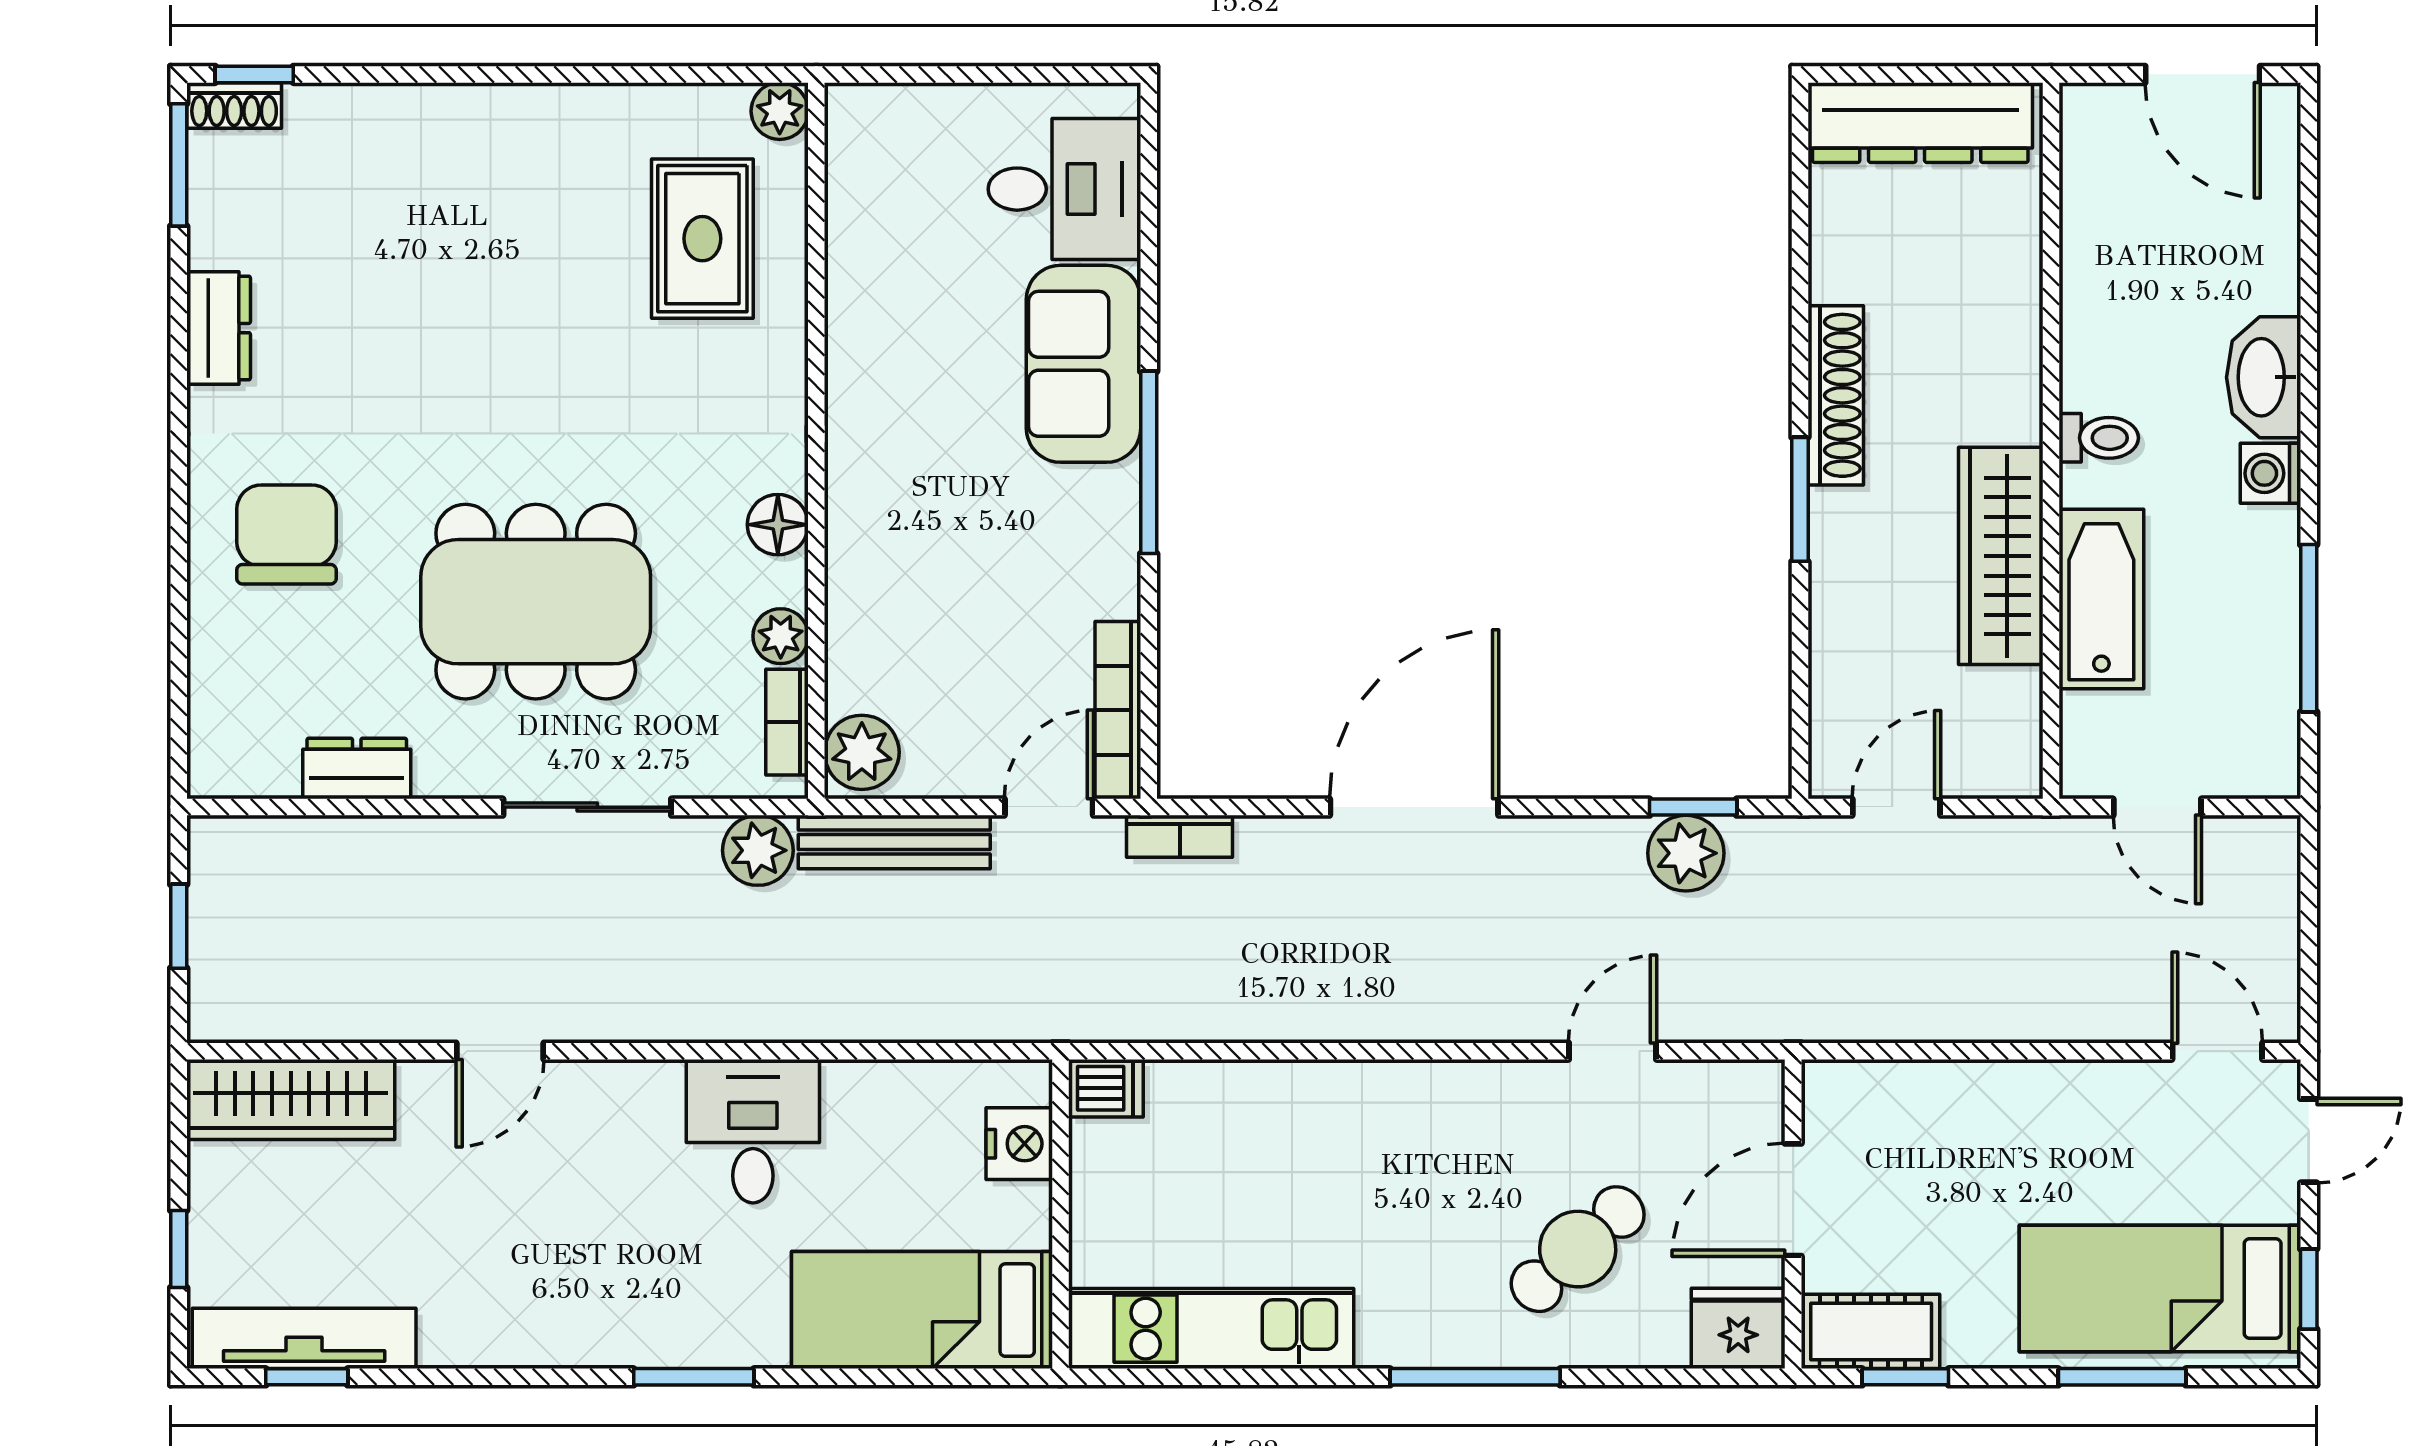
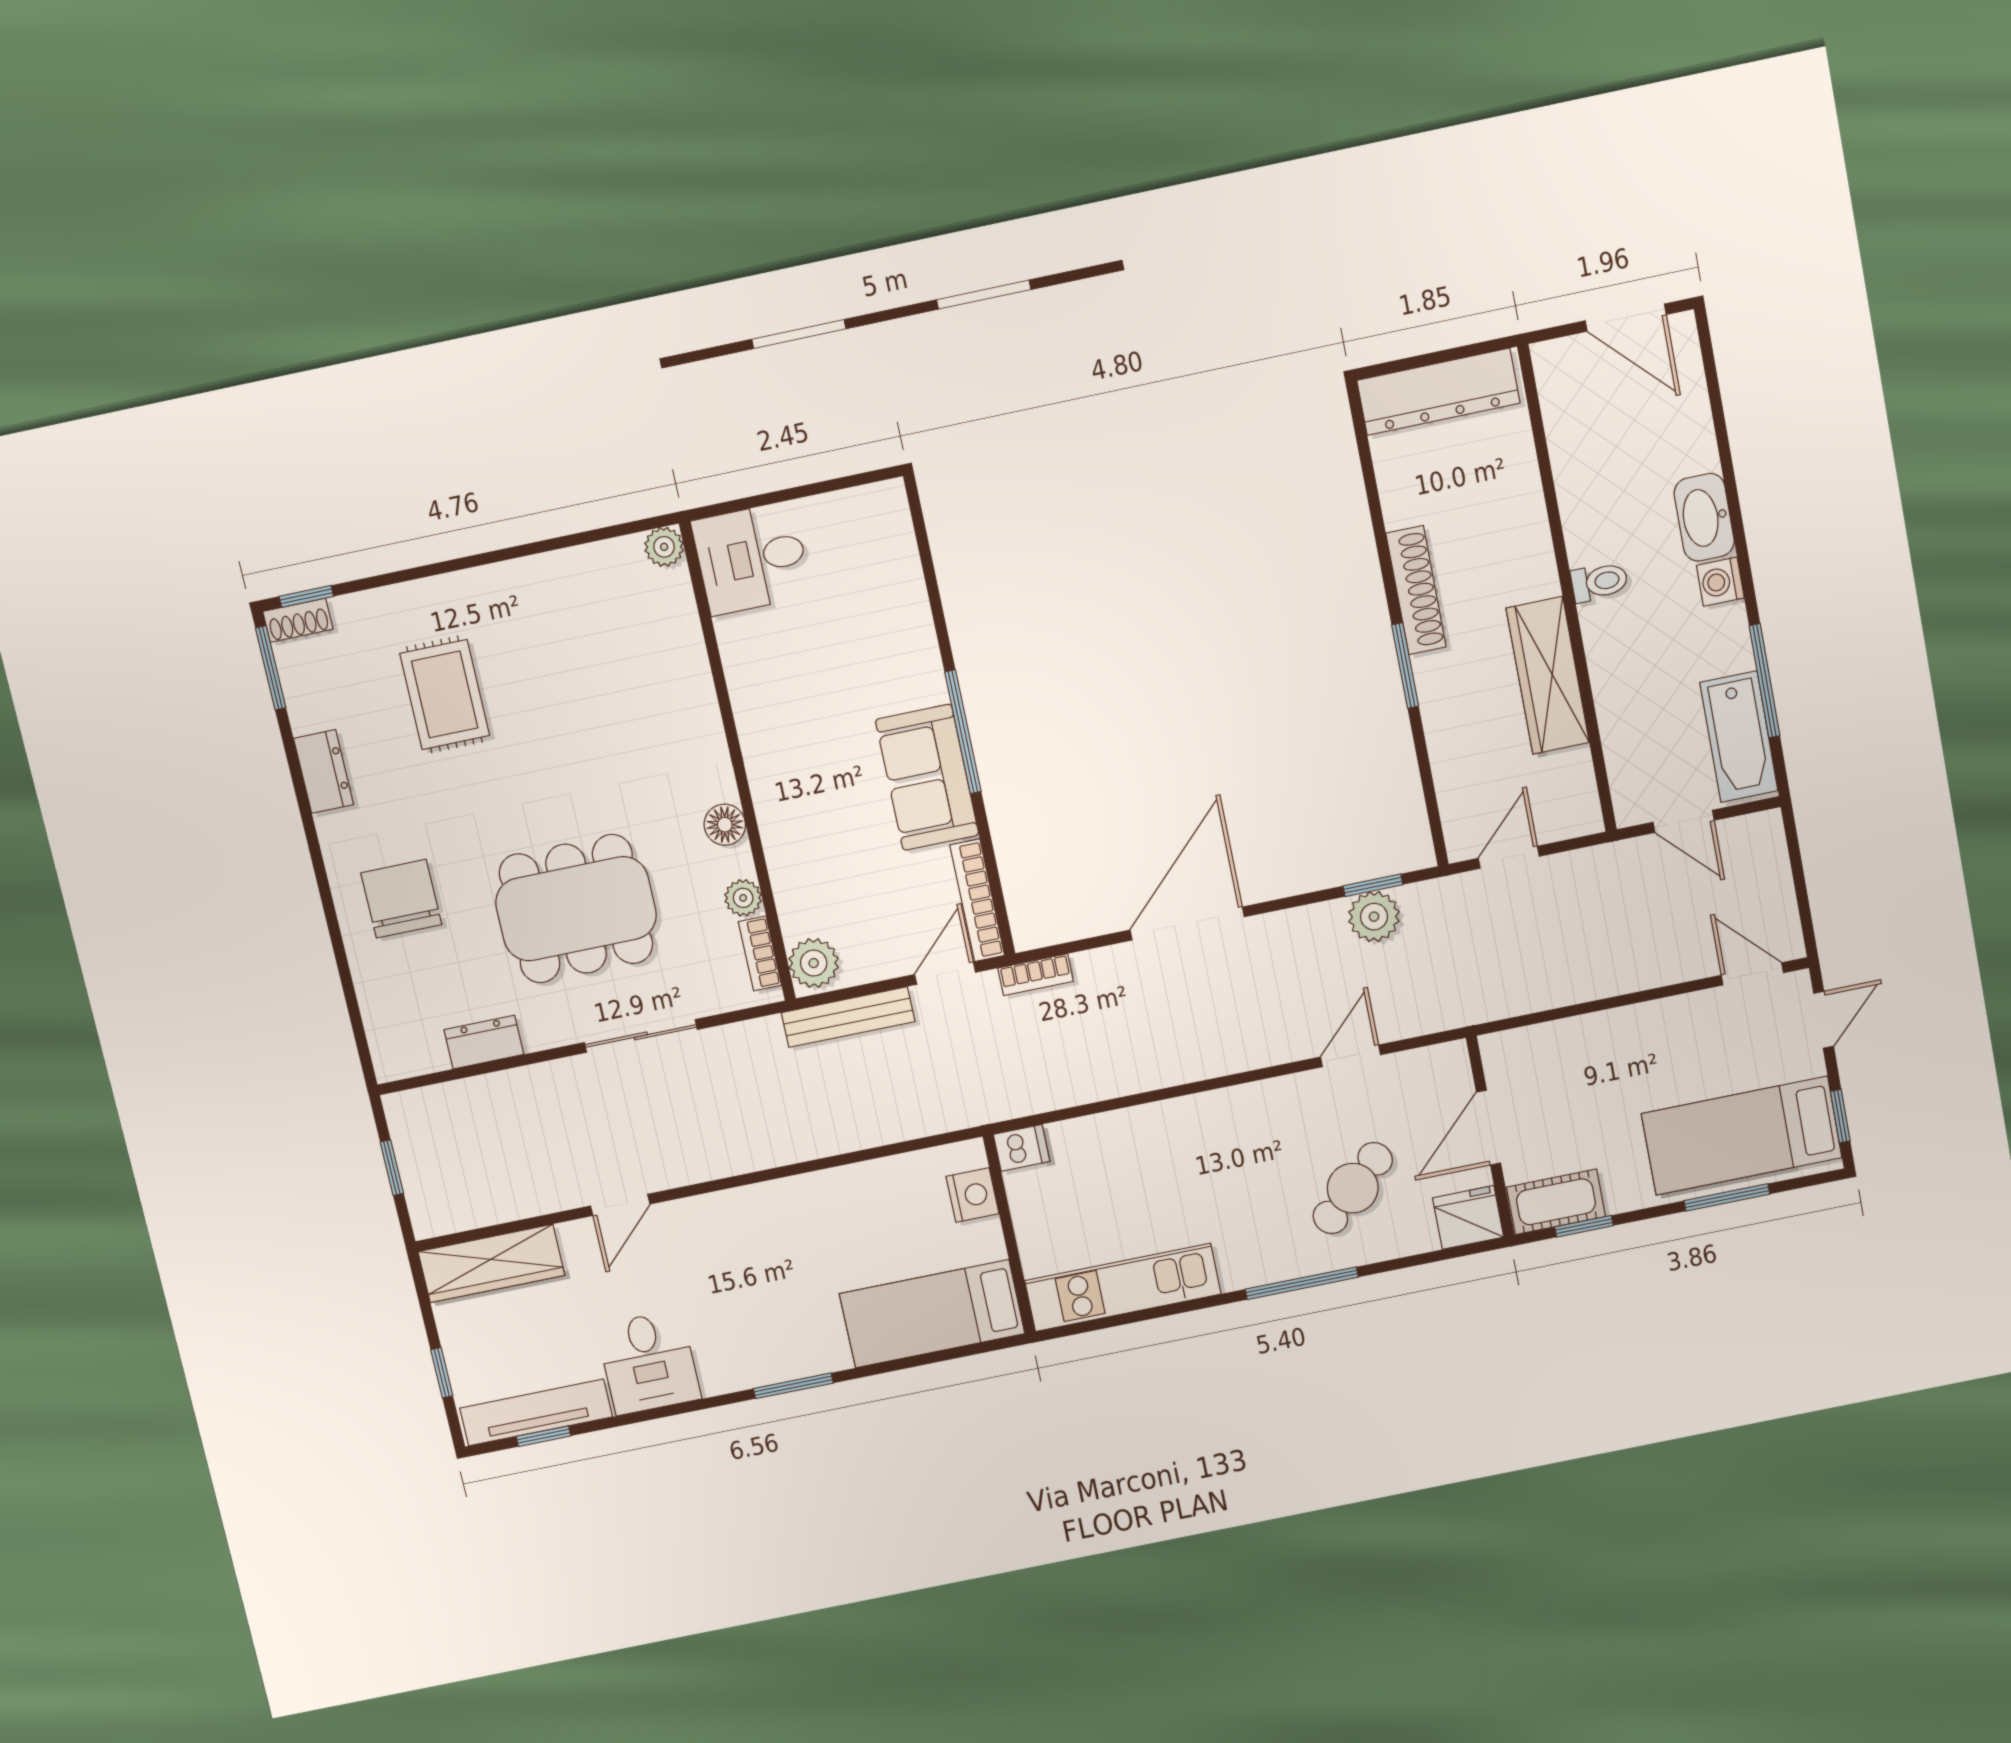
desk: (1064, 189) -> (752, 558), moved, turned 180
rug: (702, 239) -> (445, 695), moved
sofa: (1083, 364) -> (927, 777), moved
bathtub: (2101, 599) -> (1739, 737), moved, turned 180
plant: (758, 850) -> (759, 1041), removed
desk: (753, 1131) -> (649, 1362), moved, turned 180

